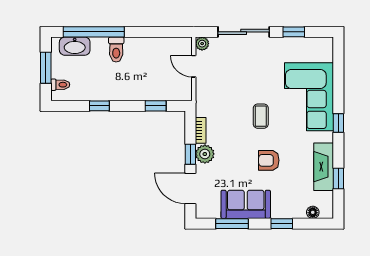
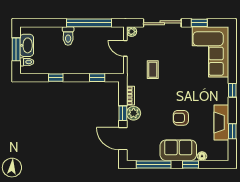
window: (94, 32) -> (89, 23), moved
washbasin: (75, 46) -> (27, 45), moved, turned -90
corner sofa: (309, 97) -> (210, 52), moved
coffee table: (261, 116) -> (153, 70), moved
sofa: (246, 204) -> (178, 150), moved
floor lamp: (313, 212) -> (202, 156), moved
window: (232, 224) -> (154, 165), width x1.44

